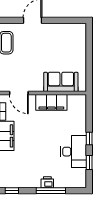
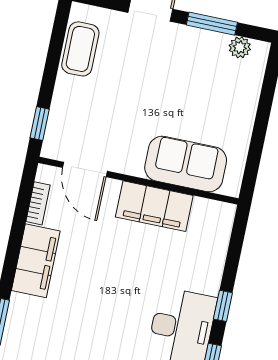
window: (60, 20) -> (212, 24), added
plant: (73, 28) -> (240, 47), added

